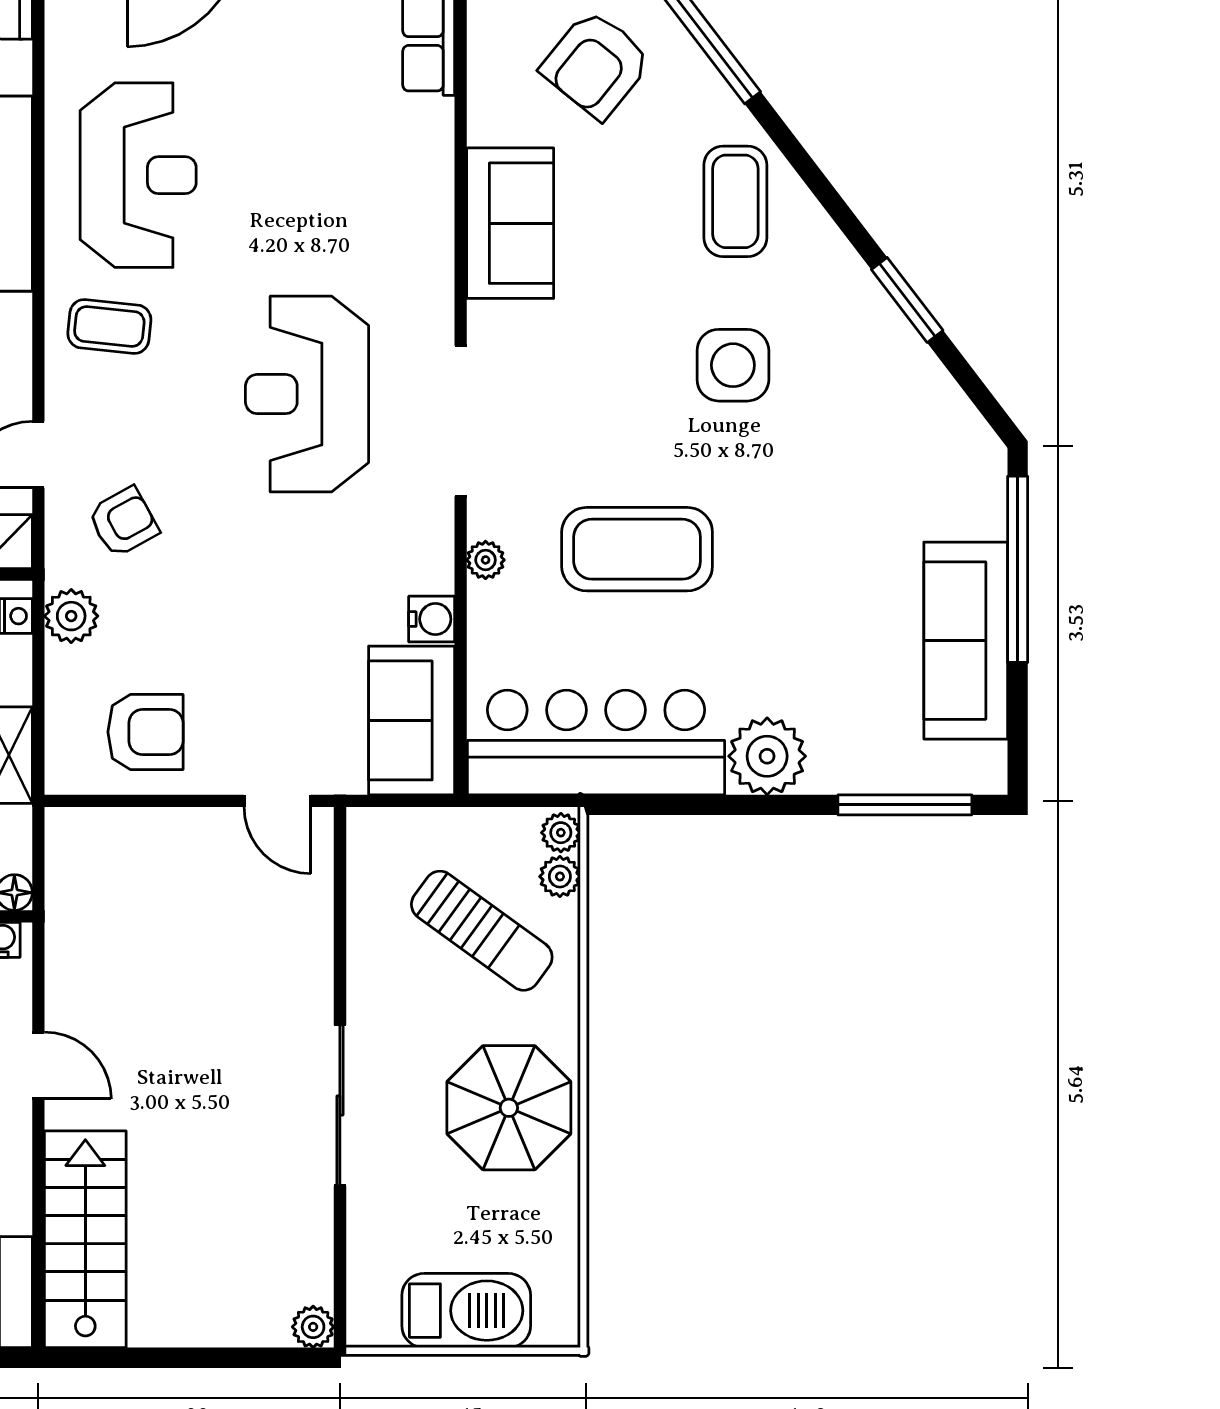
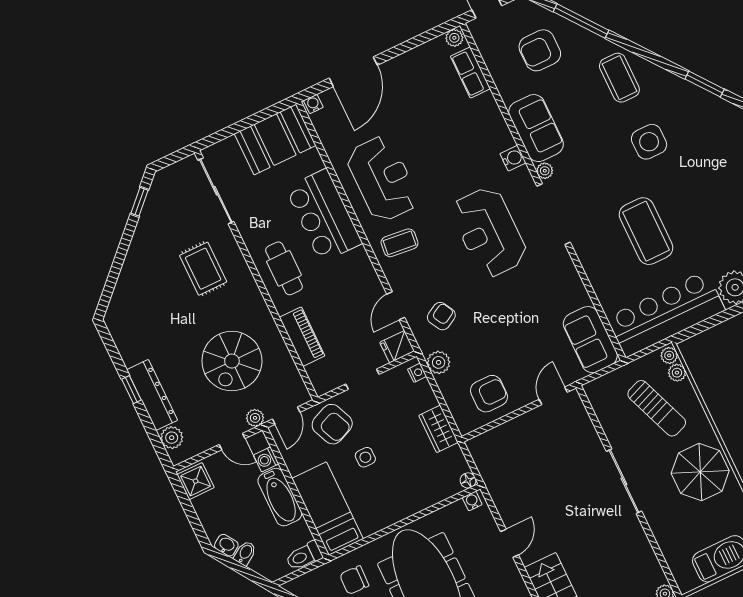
armchair: (596, 64) -> (540, 50), turned 51
coffee table: (637, 549) -> (646, 231), turned 90
plant: (486, 560) -> (545, 171), moved
water cooler: (432, 619) -> (513, 158), moved
door: (277, 801) -> (553, 396), swing flipped
sun lounger: (482, 931) -> (657, 408), turned 33
door: (38, 1066) -> (510, 543), hinge flipped
sliding door: (340, 1105) -> (624, 481), moved

